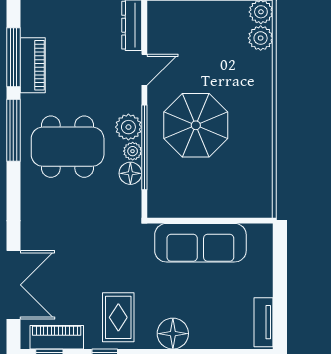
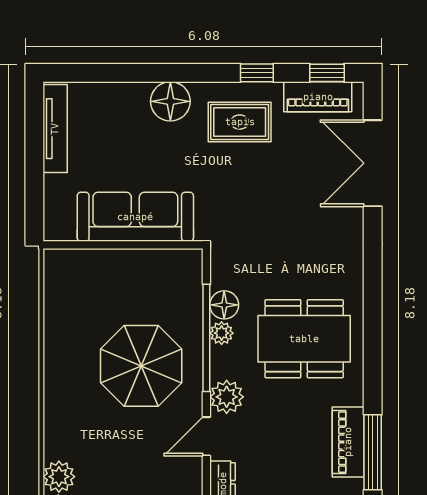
plant: (128, 127) -> (227, 397), moved
window: (13, 130) -> (373, 360), removed
rug: (118, 317) -> (240, 122), turned 90
tv unit: (264, 322) -> (55, 129), width x1.41

